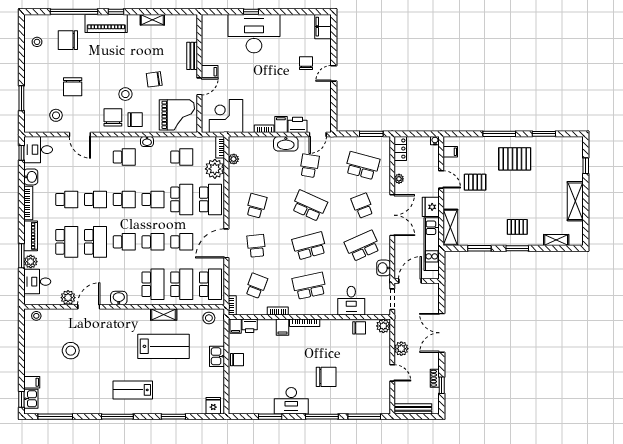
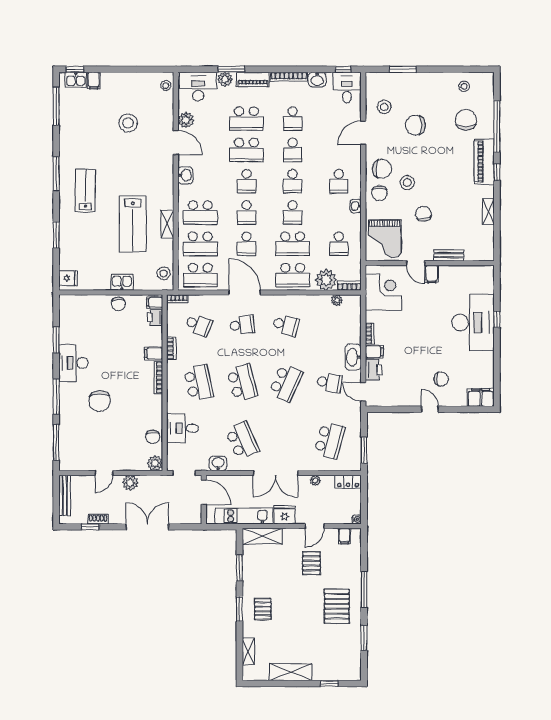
school desk: (362, 206) -> (286, 440), removed
desk: (37, 282) -> (198, 87), width x1.37

